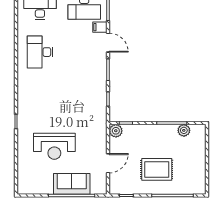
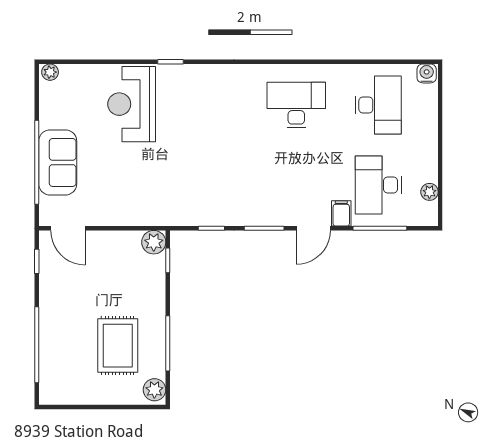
plant: (184, 130) -> (154, 390), moved
reception desk: (54, 146) -> (132, 104), moved
door: (108, 163) -> (68, 228), moved
rug: (157, 169) -> (118, 346), moved
plant: (22, 188) -> (50, 72), added

